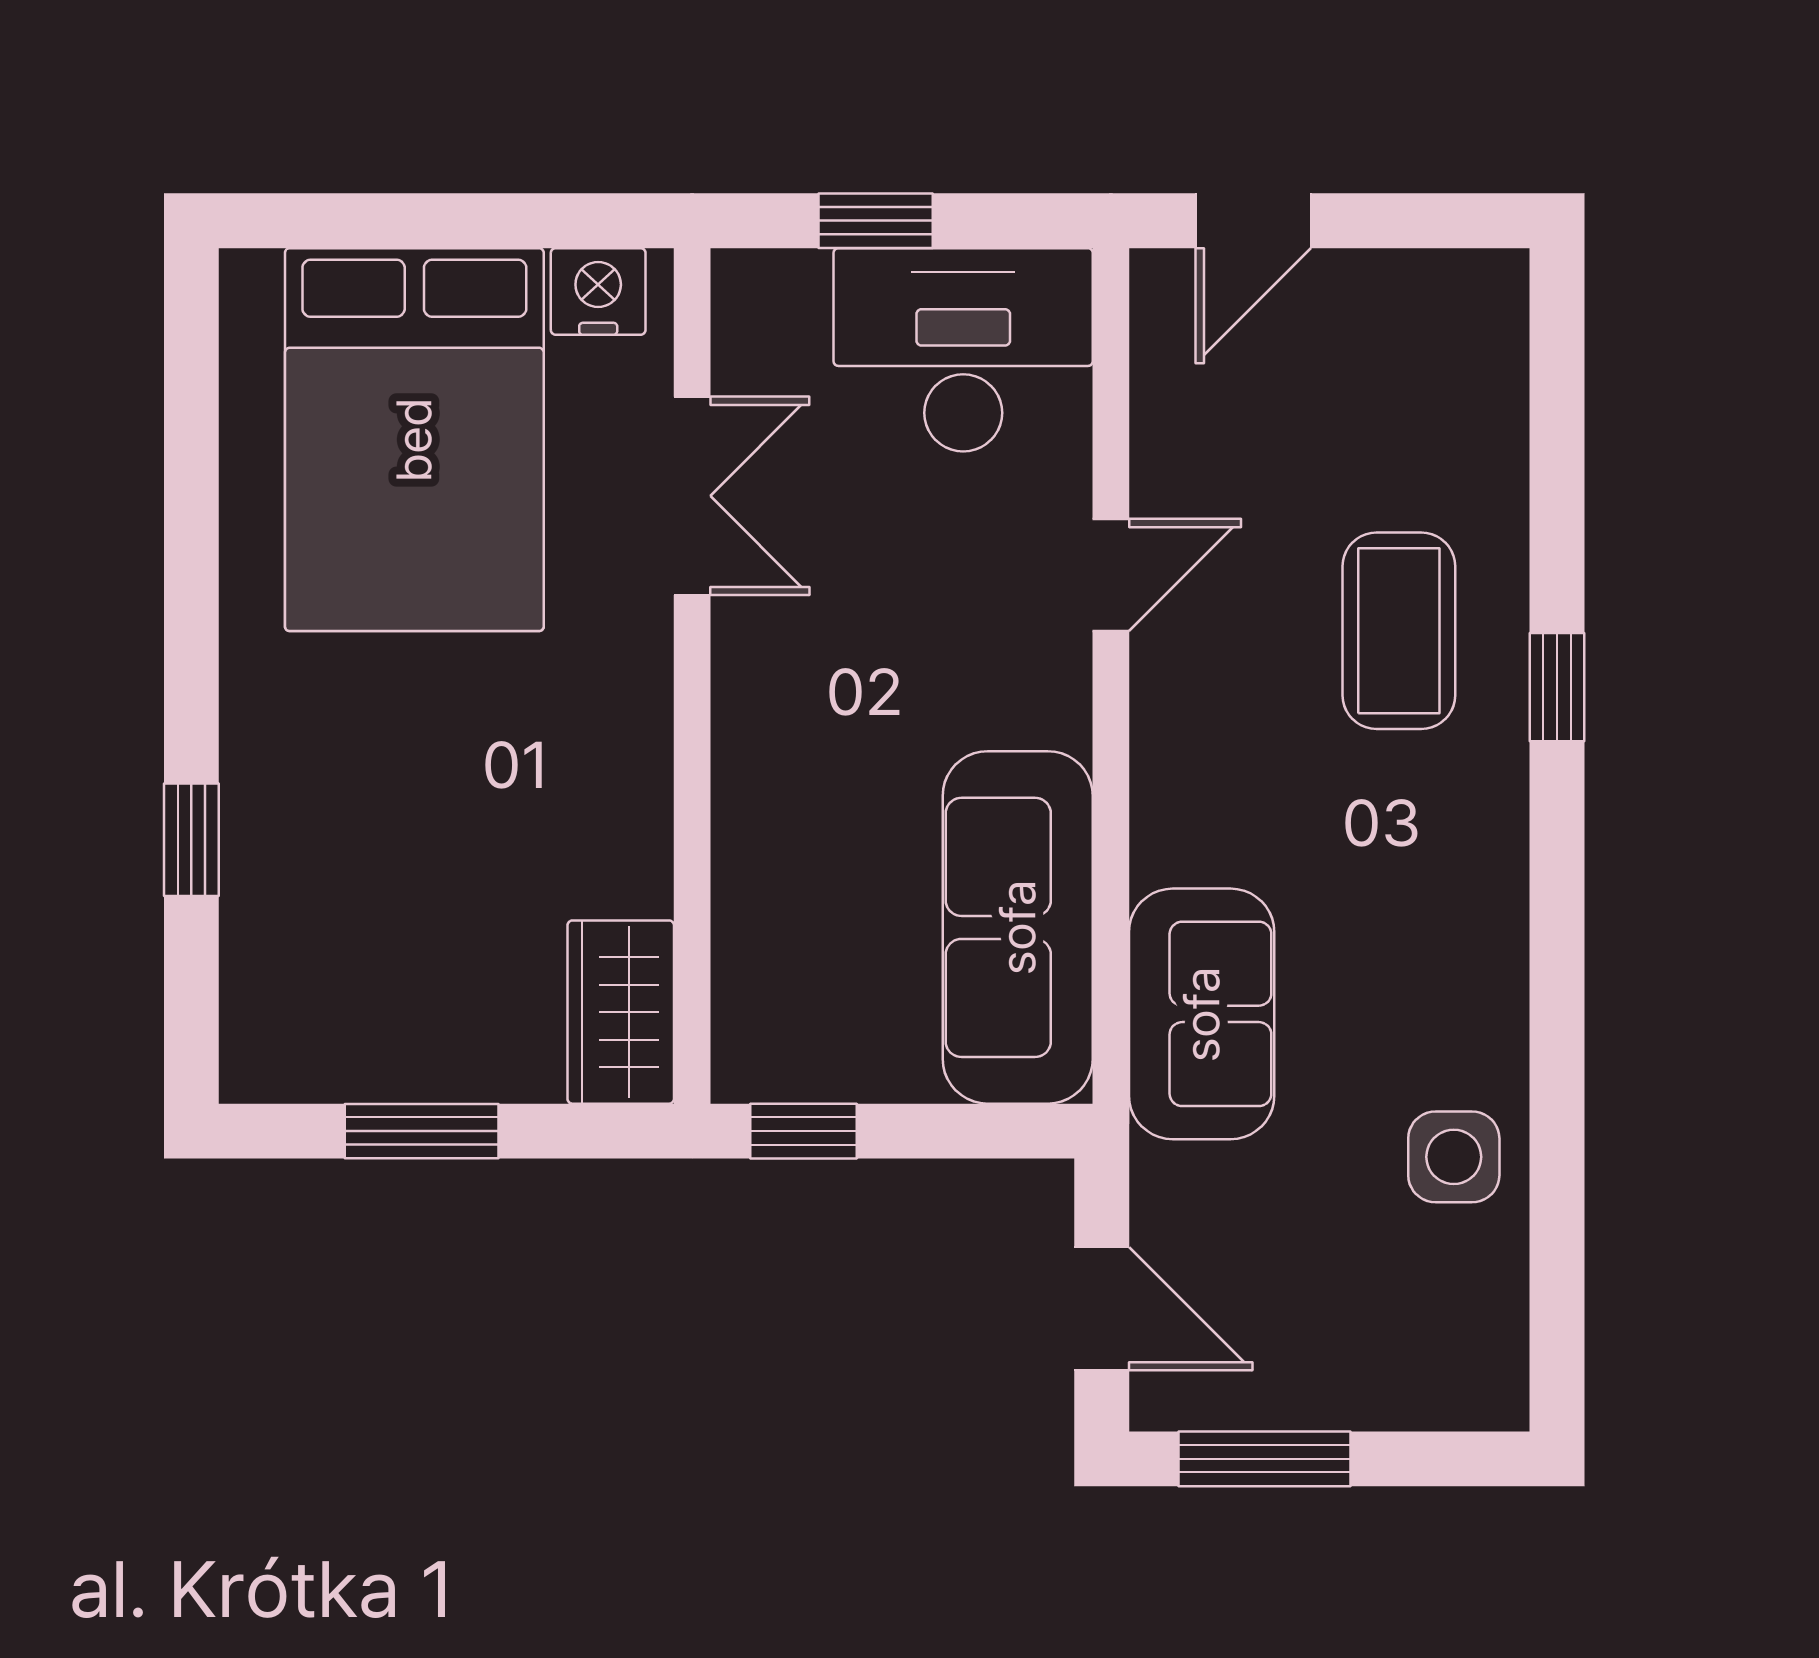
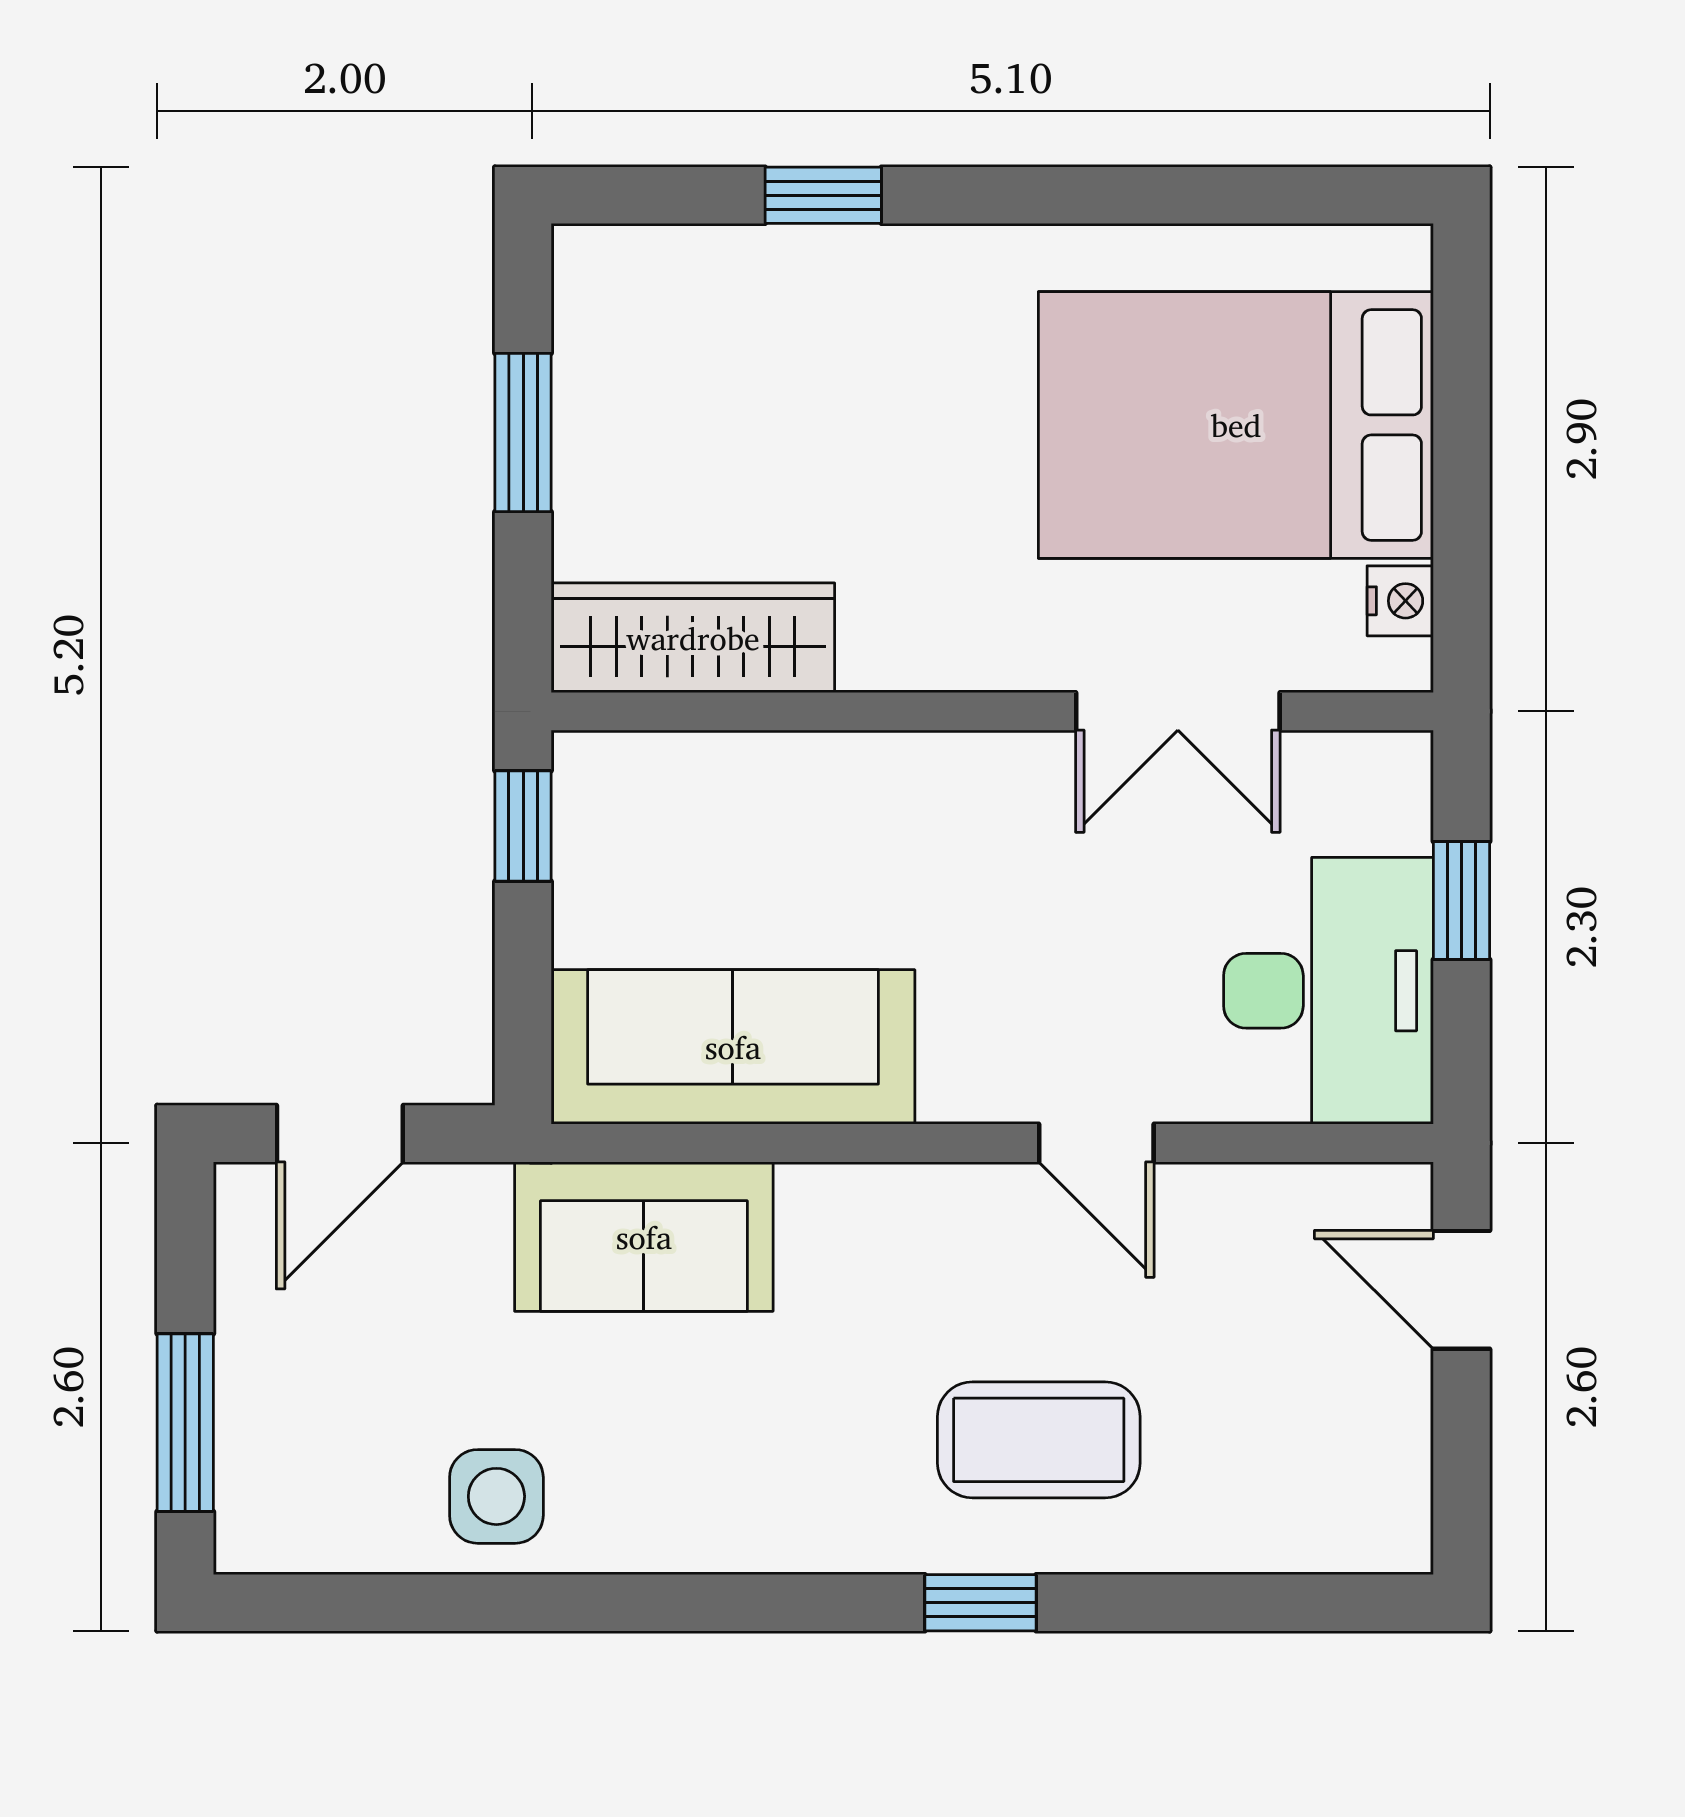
nightstand: (598, 291) -> (1400, 601), width x0.72, depth x0.74
wardrobe: (621, 1012) -> (693, 638), width x1.50
window: (1265, 1459) -> (185, 1423), moved

